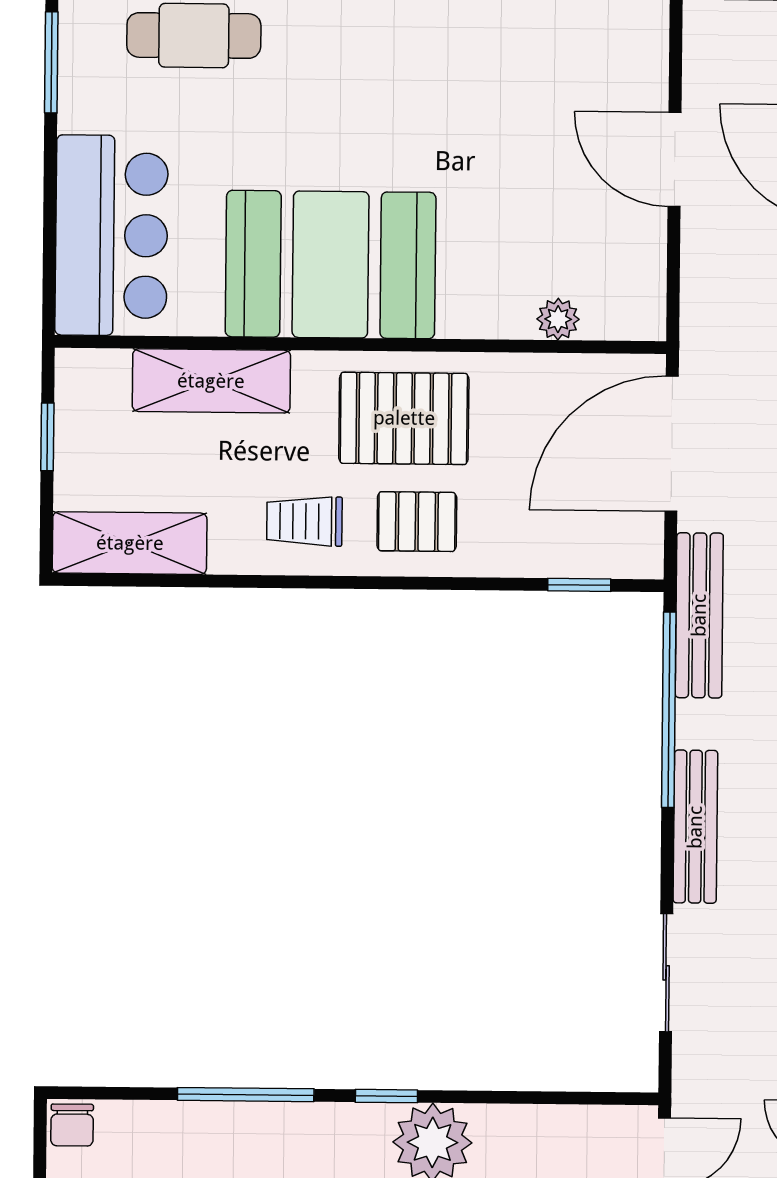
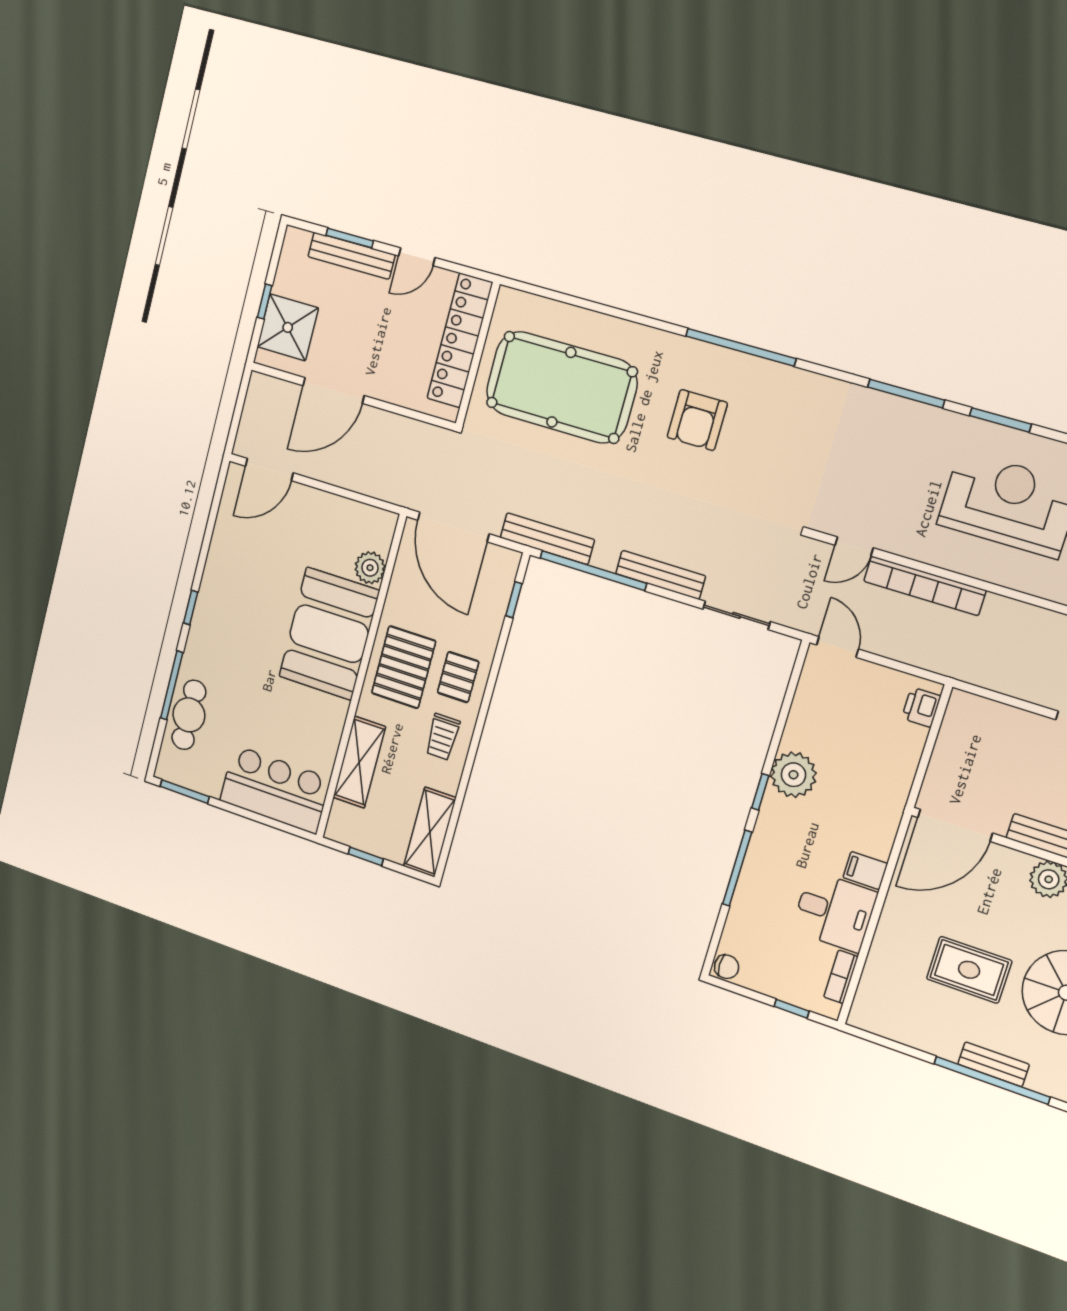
door: (675, 160) -> (269, 469), moved
booth: (331, 265) -> (329, 634), moved
plant: (558, 319) -> (370, 568), width x1.38, depth x1.38

